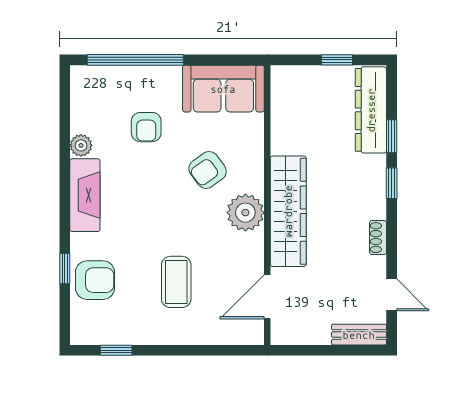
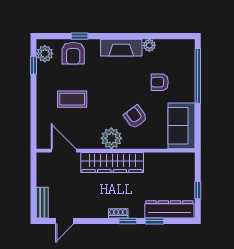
shoe rack: (378, 238) -> (118, 213), moved
plant: (96, 330) -> (45, 54), added

